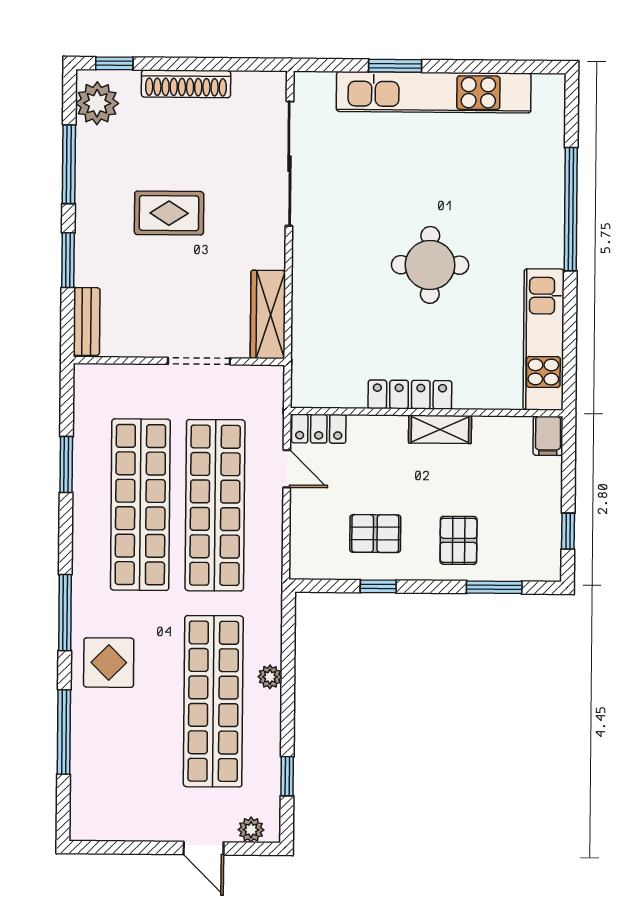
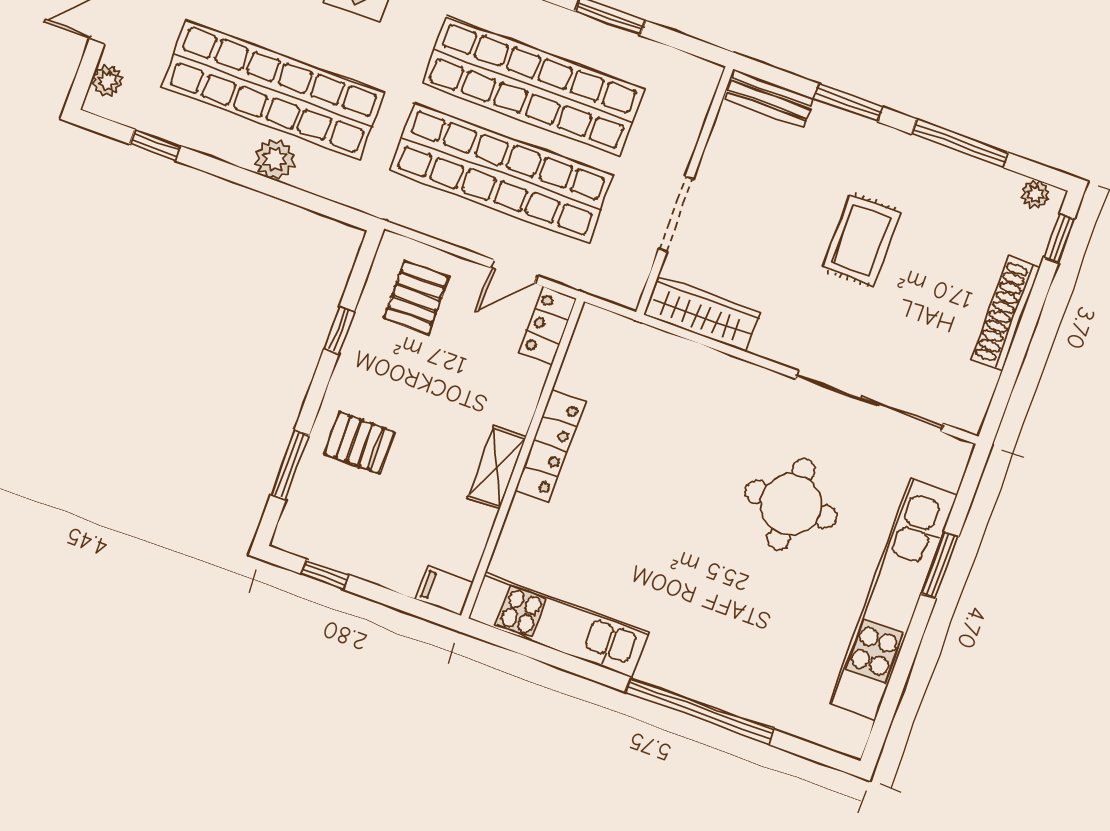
plant: (97, 103) -> (1035, 194), width x0.53, depth x0.53
round table: (430, 265) -> (791, 504), moved
pallet: (375, 534) -> (416, 298), moved
plant: (270, 677) -> (275, 159), width x1.38, depth x1.38

